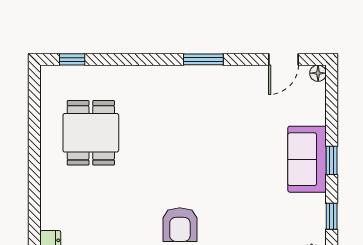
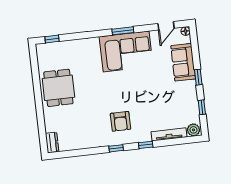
corner sofa: (205, 98) -> (126, 51), added
dining table: (91, 133) -> (58, 88), moved
sofa: (307, 159) -> (183, 62), moved

